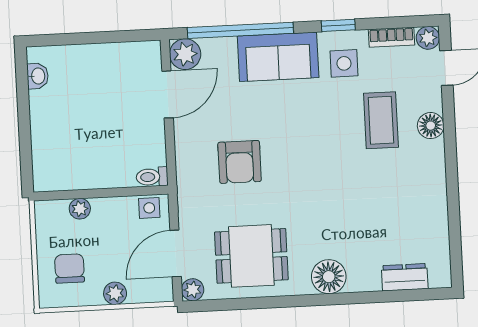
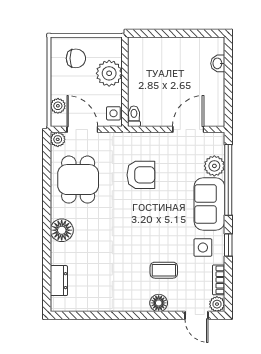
plant: (185, 54) -> (214, 166), moved
washbasin: (38, 76) -> (218, 63), moved, turned 90
door: (168, 94) -> (188, 129), swing flipped
coffee table: (381, 120) -> (164, 270), width x0.73, depth x0.77
armchair: (240, 162) -> (141, 175), turned 180
plant: (80, 209) -> (109, 73), width x1.88, depth x1.88
plant: (115, 293) -> (58, 106), moved

